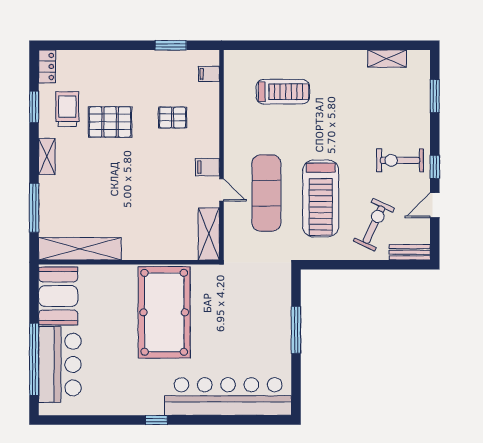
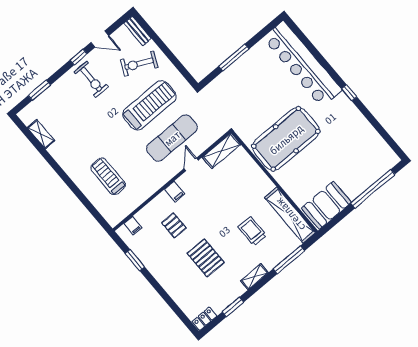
trolley: (67, 109) -> (252, 231), moved, turned 90
filing cabinet: (208, 167) -> (175, 192), moved
bar counter: (60, 365) -> (364, 172), removed

